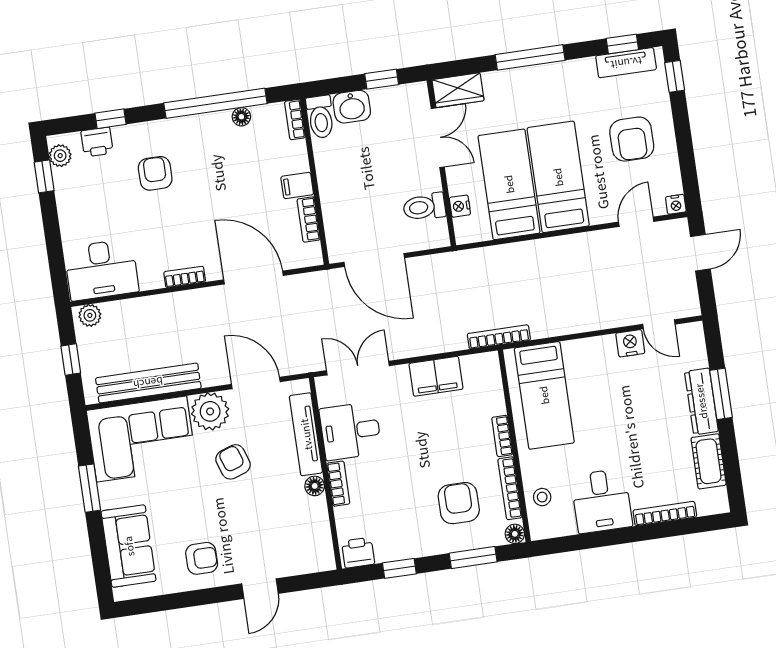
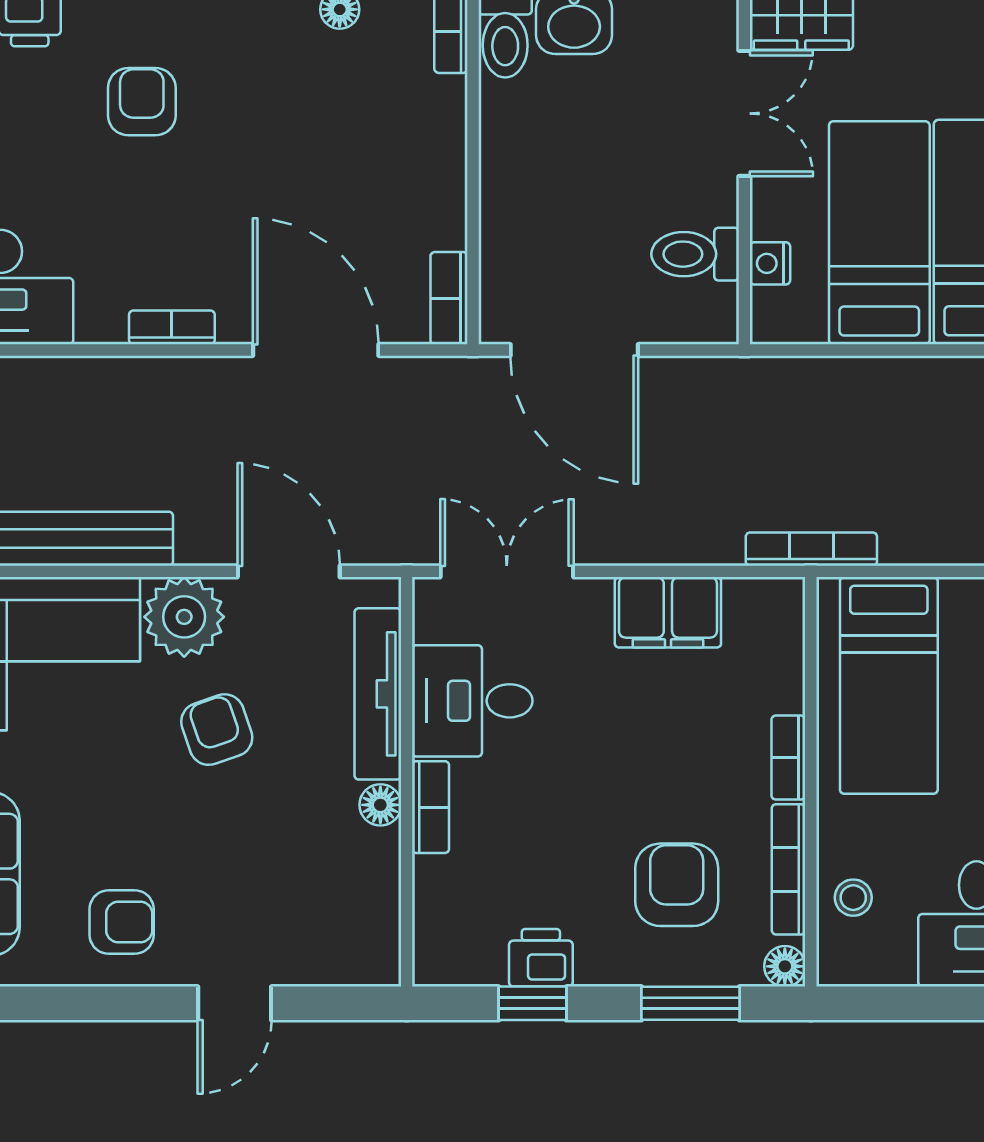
filing cabinet: (297, 185) -> (436, 170), removed
bookcase: (309, 219) -> (449, 298), moved
printer: (358, 553) -> (541, 958), moved

